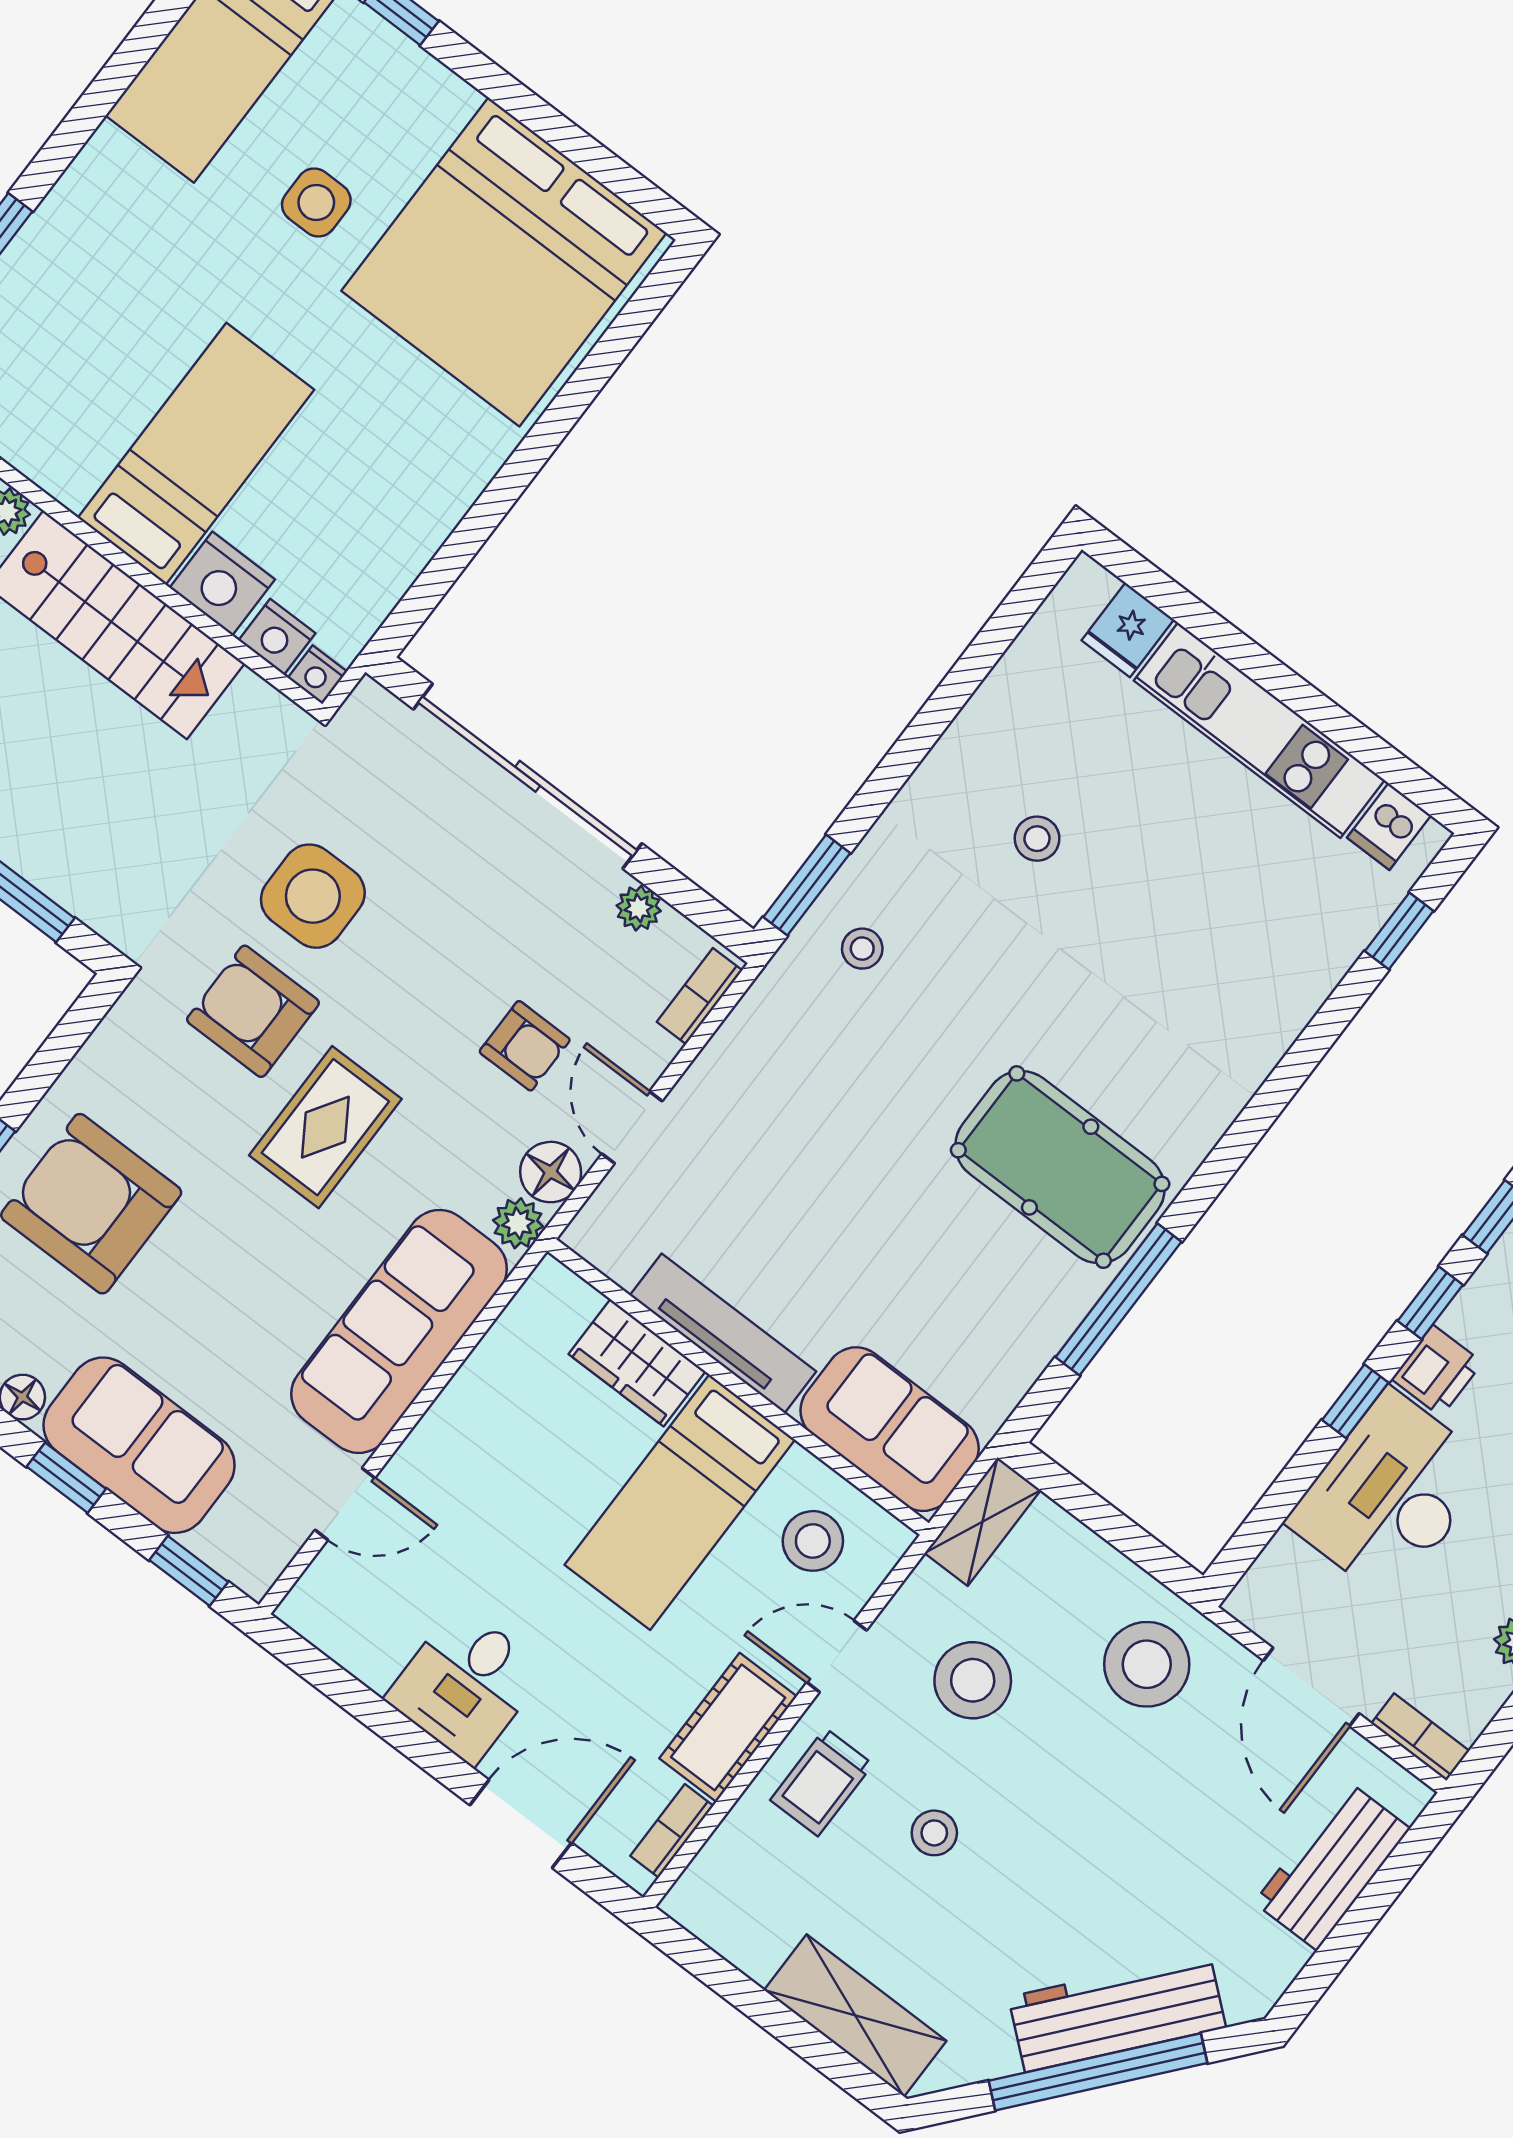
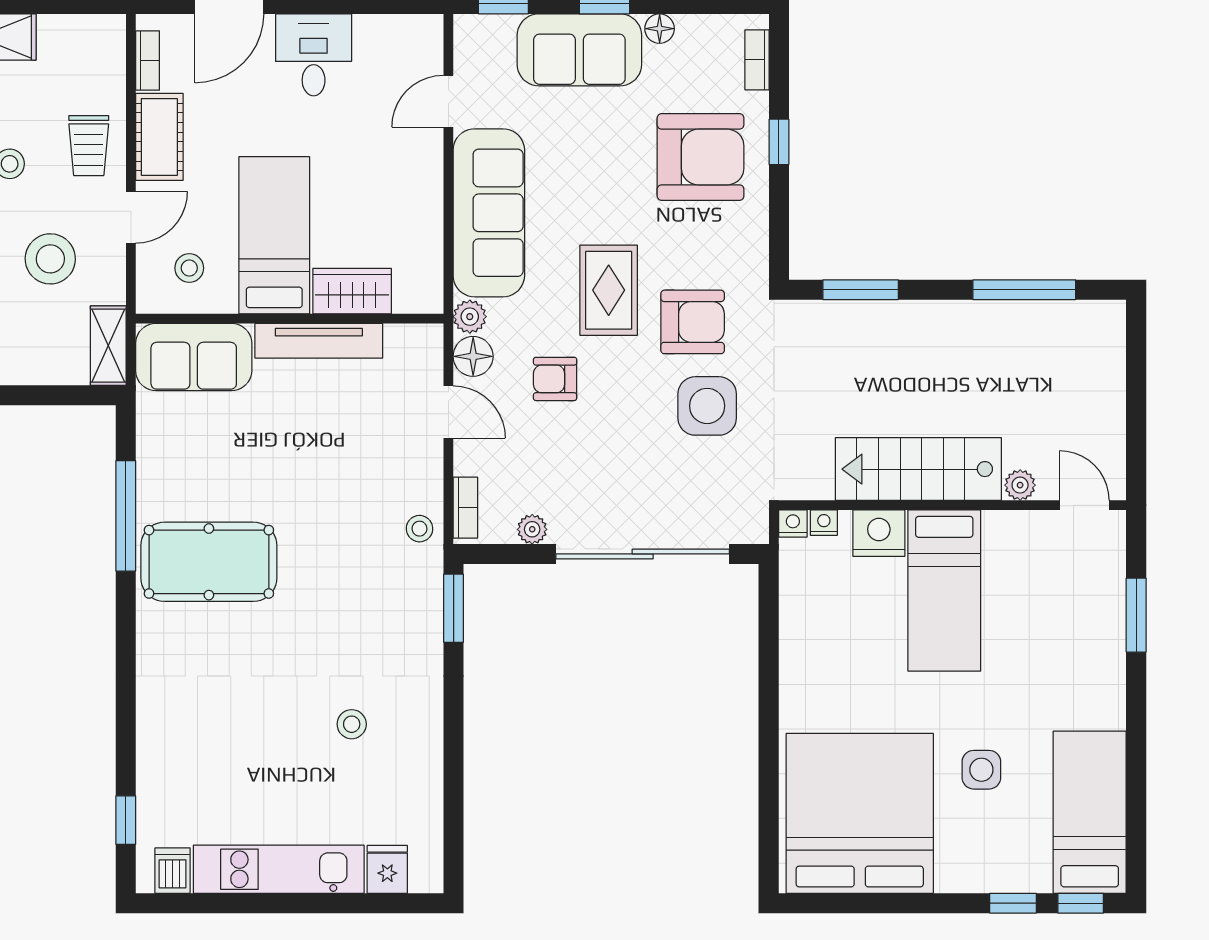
nightstand: (277, 637) -> (824, 523), width x0.72, depth x0.74
stool: (862, 949) -> (419, 529), moved
armchair: (525, 1046) -> (555, 379), moved
stool: (813, 1541) -> (189, 268), width x0.73, depth x0.73
trolley: (822, 1782) -> (89, 146), turned 180

